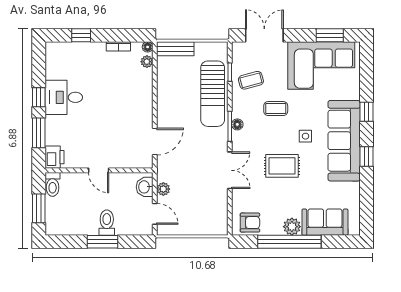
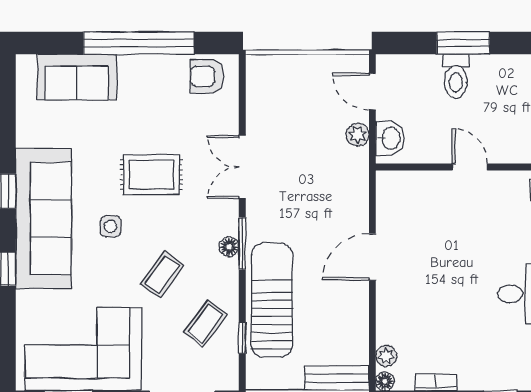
coffee table: (251, 80) -> (205, 323), turned -38
coffee table: (276, 109) -> (162, 274), turned -54
door: (155, 142) -> (372, 257), moved
plant: (292, 227) -> (134, 69), removed

